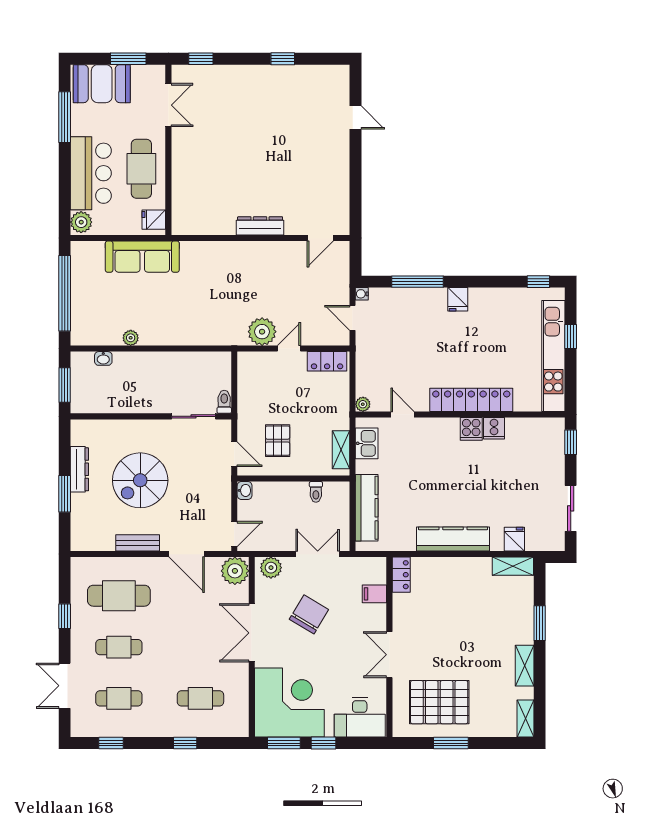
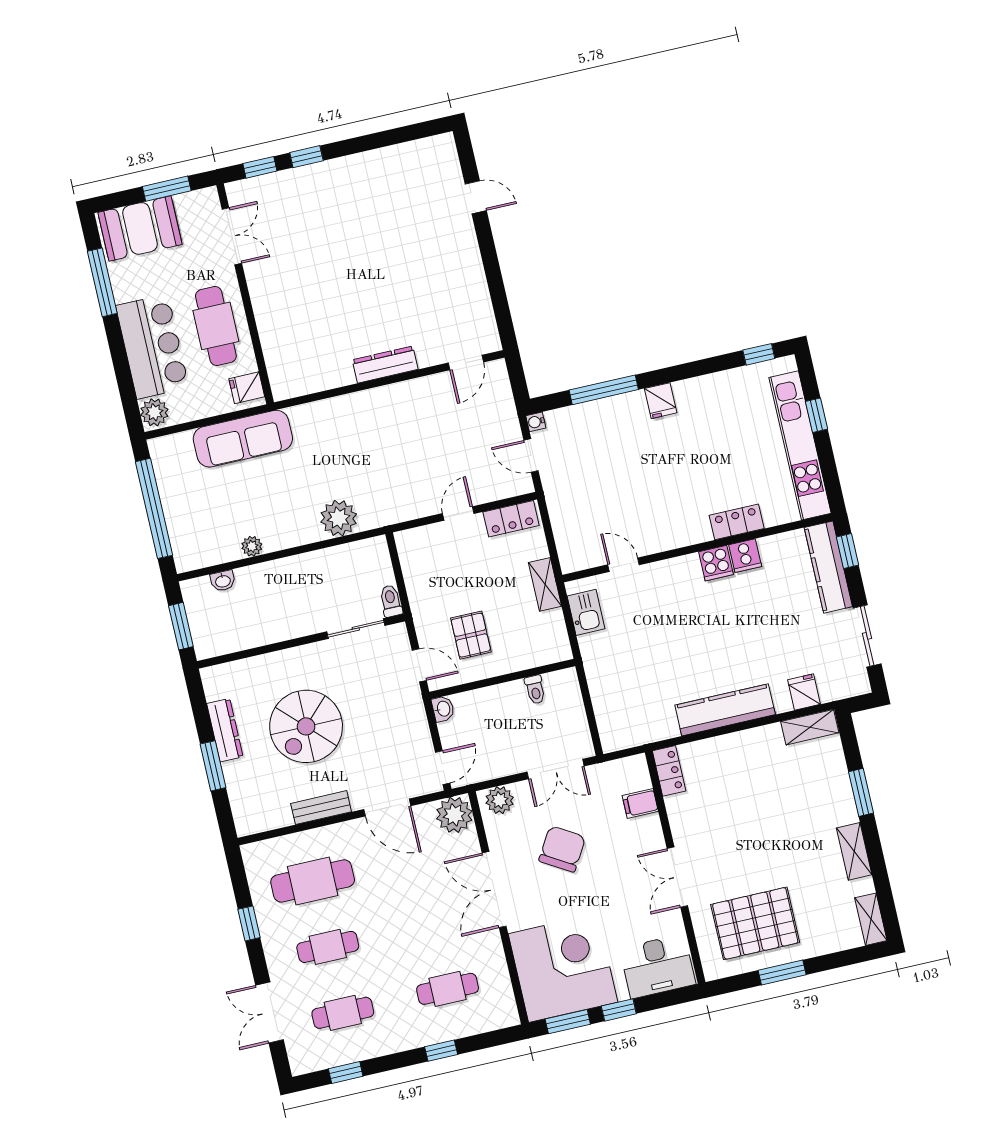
window: (283, 59) -> (306, 157), moved
plant: (262, 332) -> (339, 518), moved
locker: (471, 400) -> (737, 522), width x0.46, depth x0.83
plant: (363, 404) -> (569, 563), removed
shelving: (341, 450) -> (545, 584), moved
kitchen counter: (367, 508) -> (828, 567), moved, turned 180
double door: (318, 554) -> (556, 769), swing flipped

